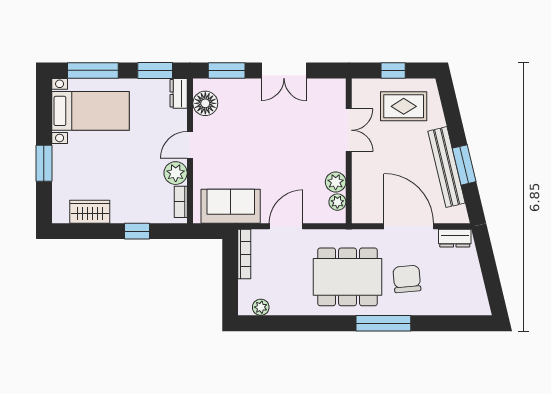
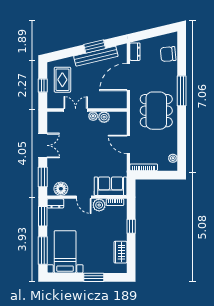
plant: (337, 202) -> (93, 116), moved
sofa: (231, 206) -> (111, 186), moved, turned 90
chair: (407, 279) -> (168, 54), moved

